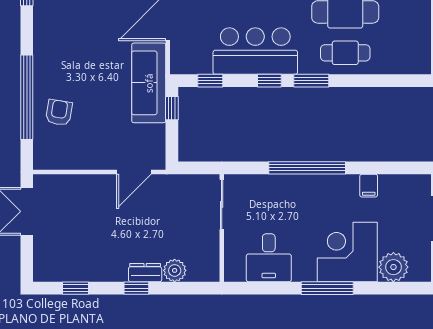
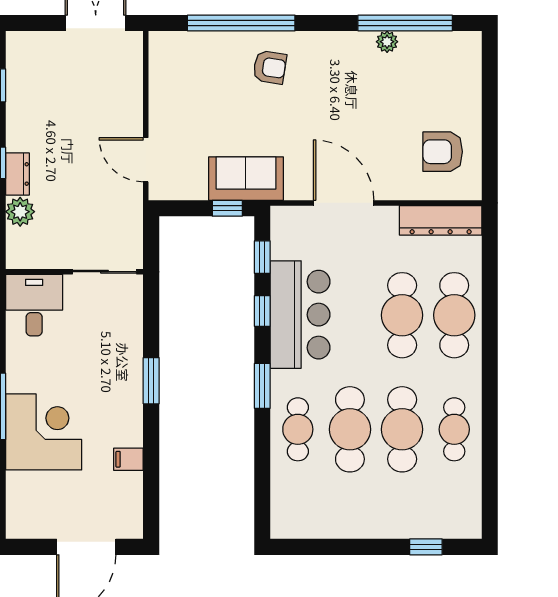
window: (269, 81) -> (262, 311), moved
sofa: (149, 83) -> (246, 179), width x0.73
armchair: (59, 113) -> (270, 67), moved
window: (307, 168) -> (151, 381), width x0.47
desk: (269, 258) -> (34, 305), moved, turned 90
plant: (393, 267) -> (24, 491), removed

